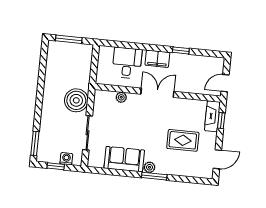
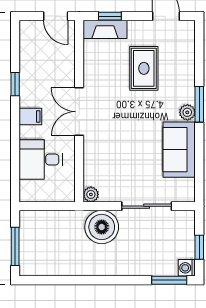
filing cabinet: (157, 59) -> (30, 116), width x0.50
plant: (121, 97) -> (91, 194), moved
washing machine: (66, 159) -> (187, 268), moved

